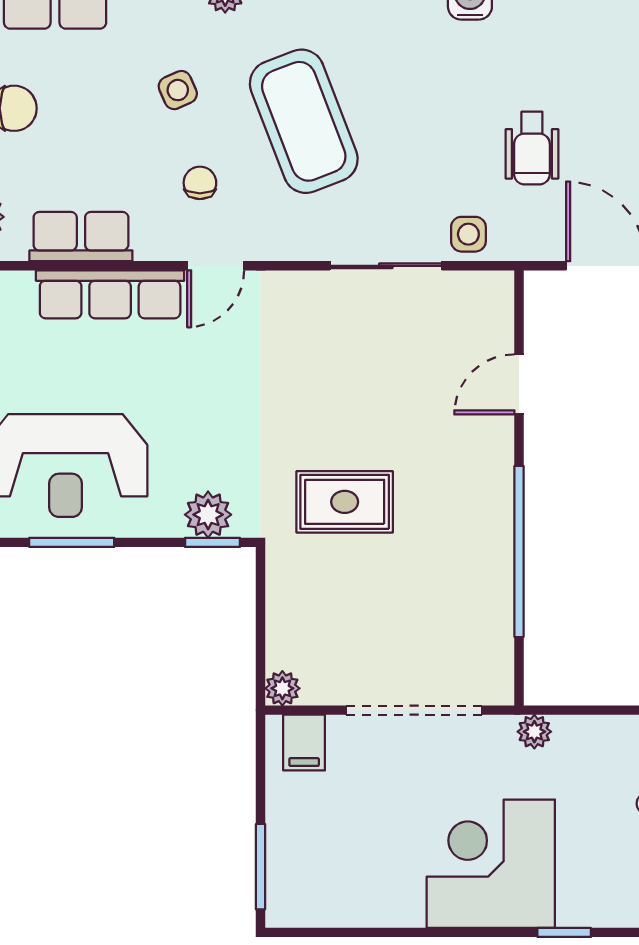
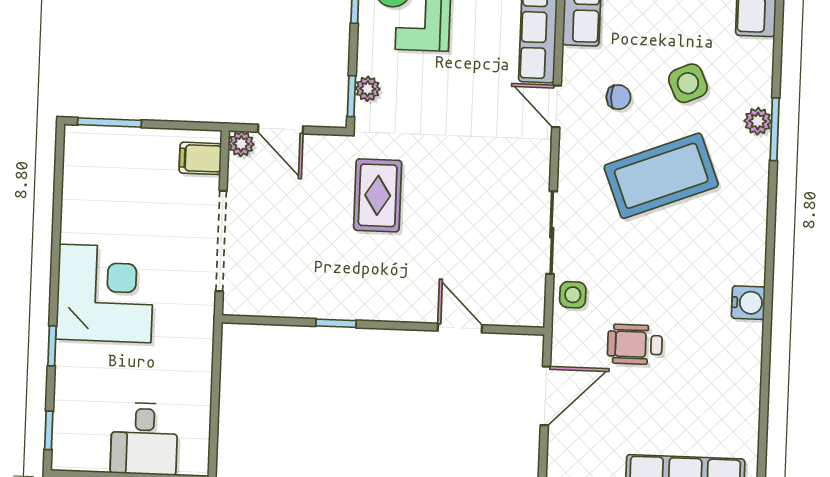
side table: (178, 90) -> (688, 83), width x1.37, depth x1.37
plant: (208, 515) -> (368, 89), width x0.73, depth x0.73
window: (519, 551) -> (336, 323), width x0.32
door: (260, 636) -> (280, 129), added
plant: (534, 732) -> (202, 329), removed

